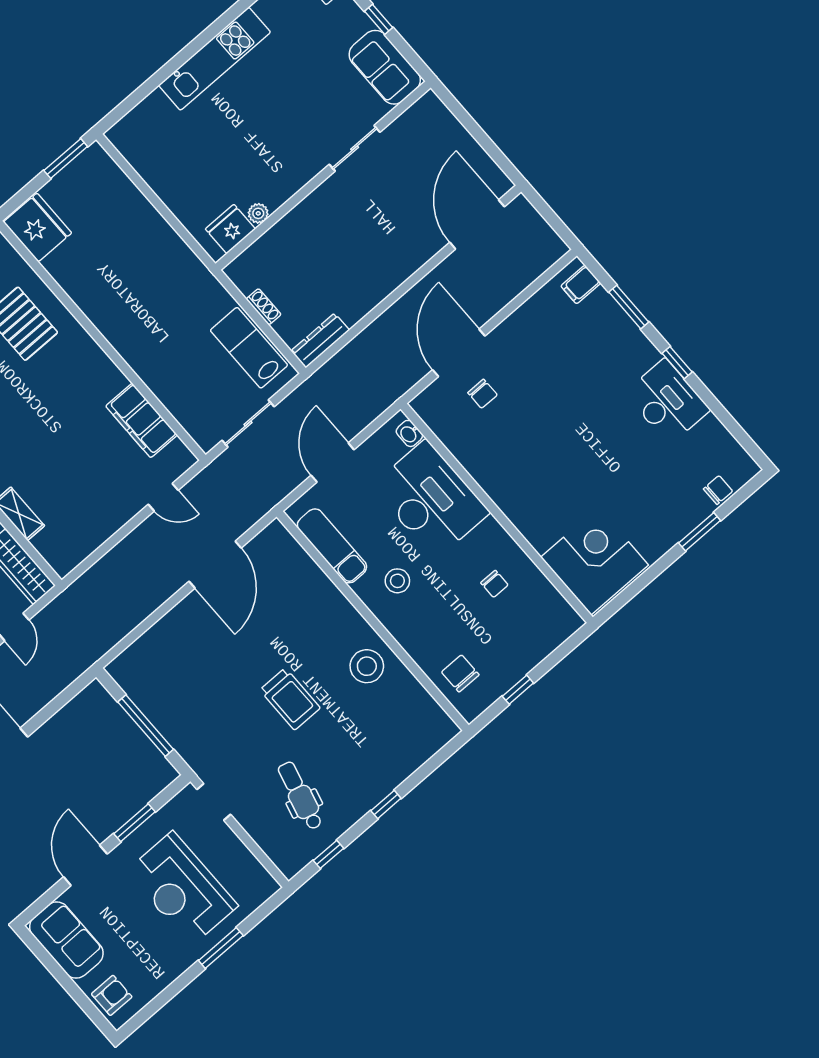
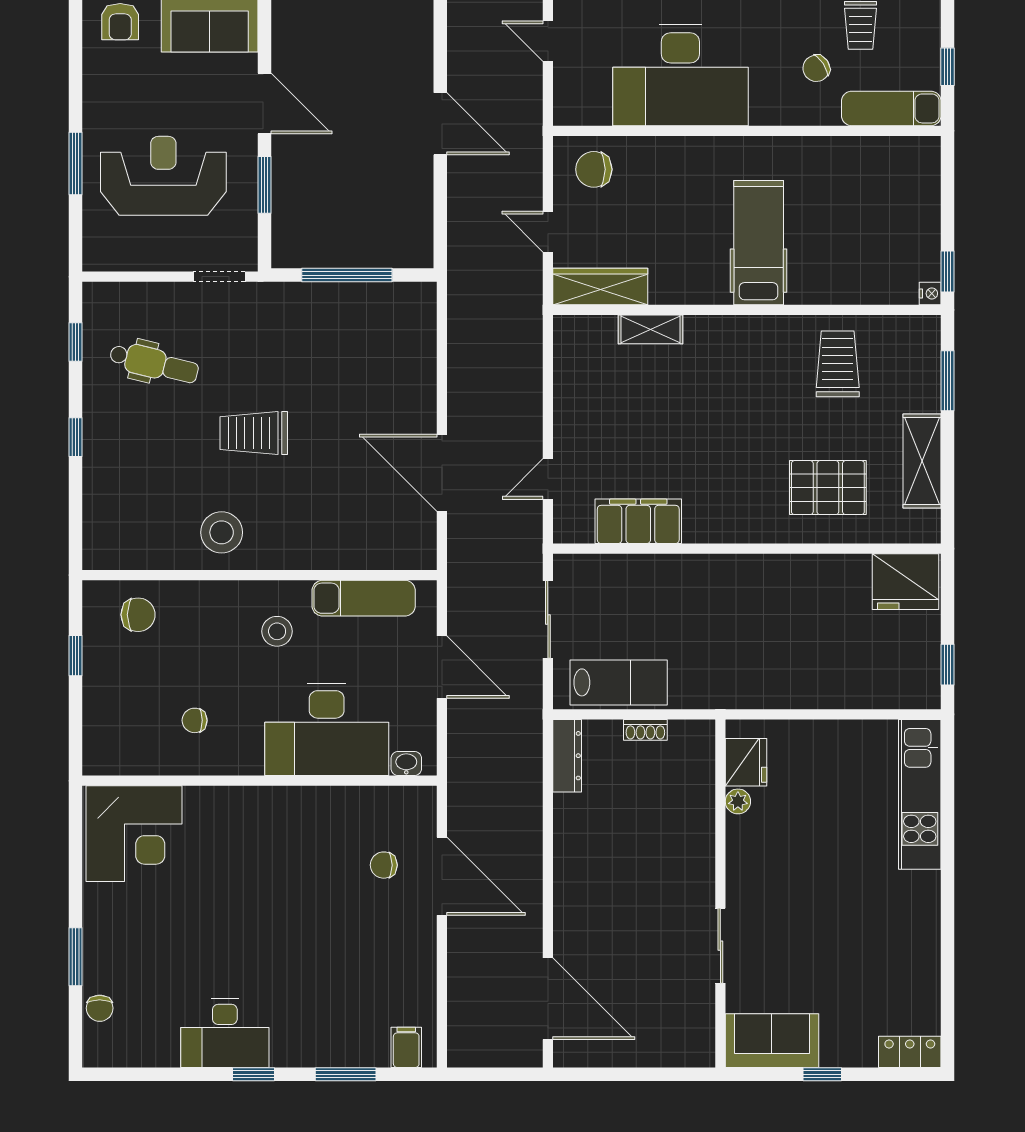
kitchen unit: (214, 59) -> (920, 794), moved
window: (66, 159) -> (948, 665), width x0.67

